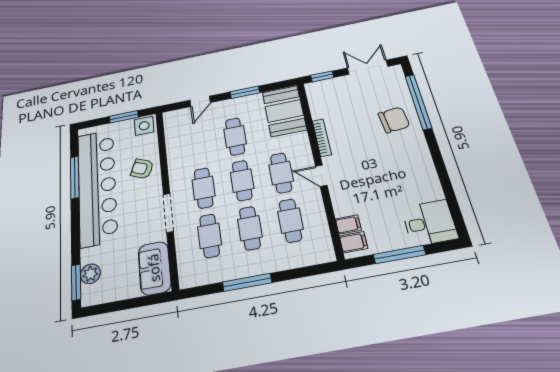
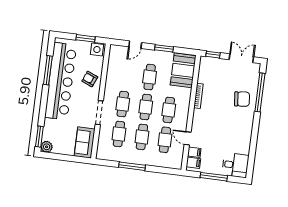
door: (321, 176) -> (188, 138), moved
plant: (90, 274) -> (47, 147), moved

